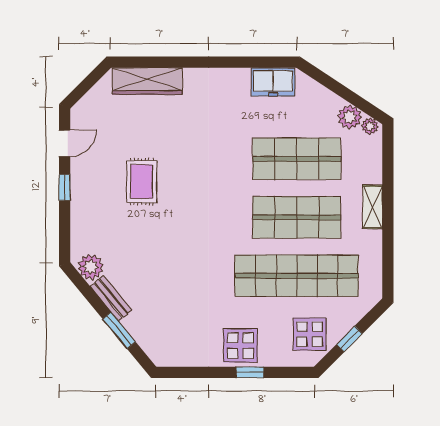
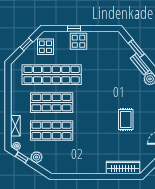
freezer: (273, 82) -> (63, 167), removed
window: (359, 102) -> (22, 157), added
plant: (350, 117) -> (36, 157), moved
shelving: (373, 207) -> (15, 126), moved

